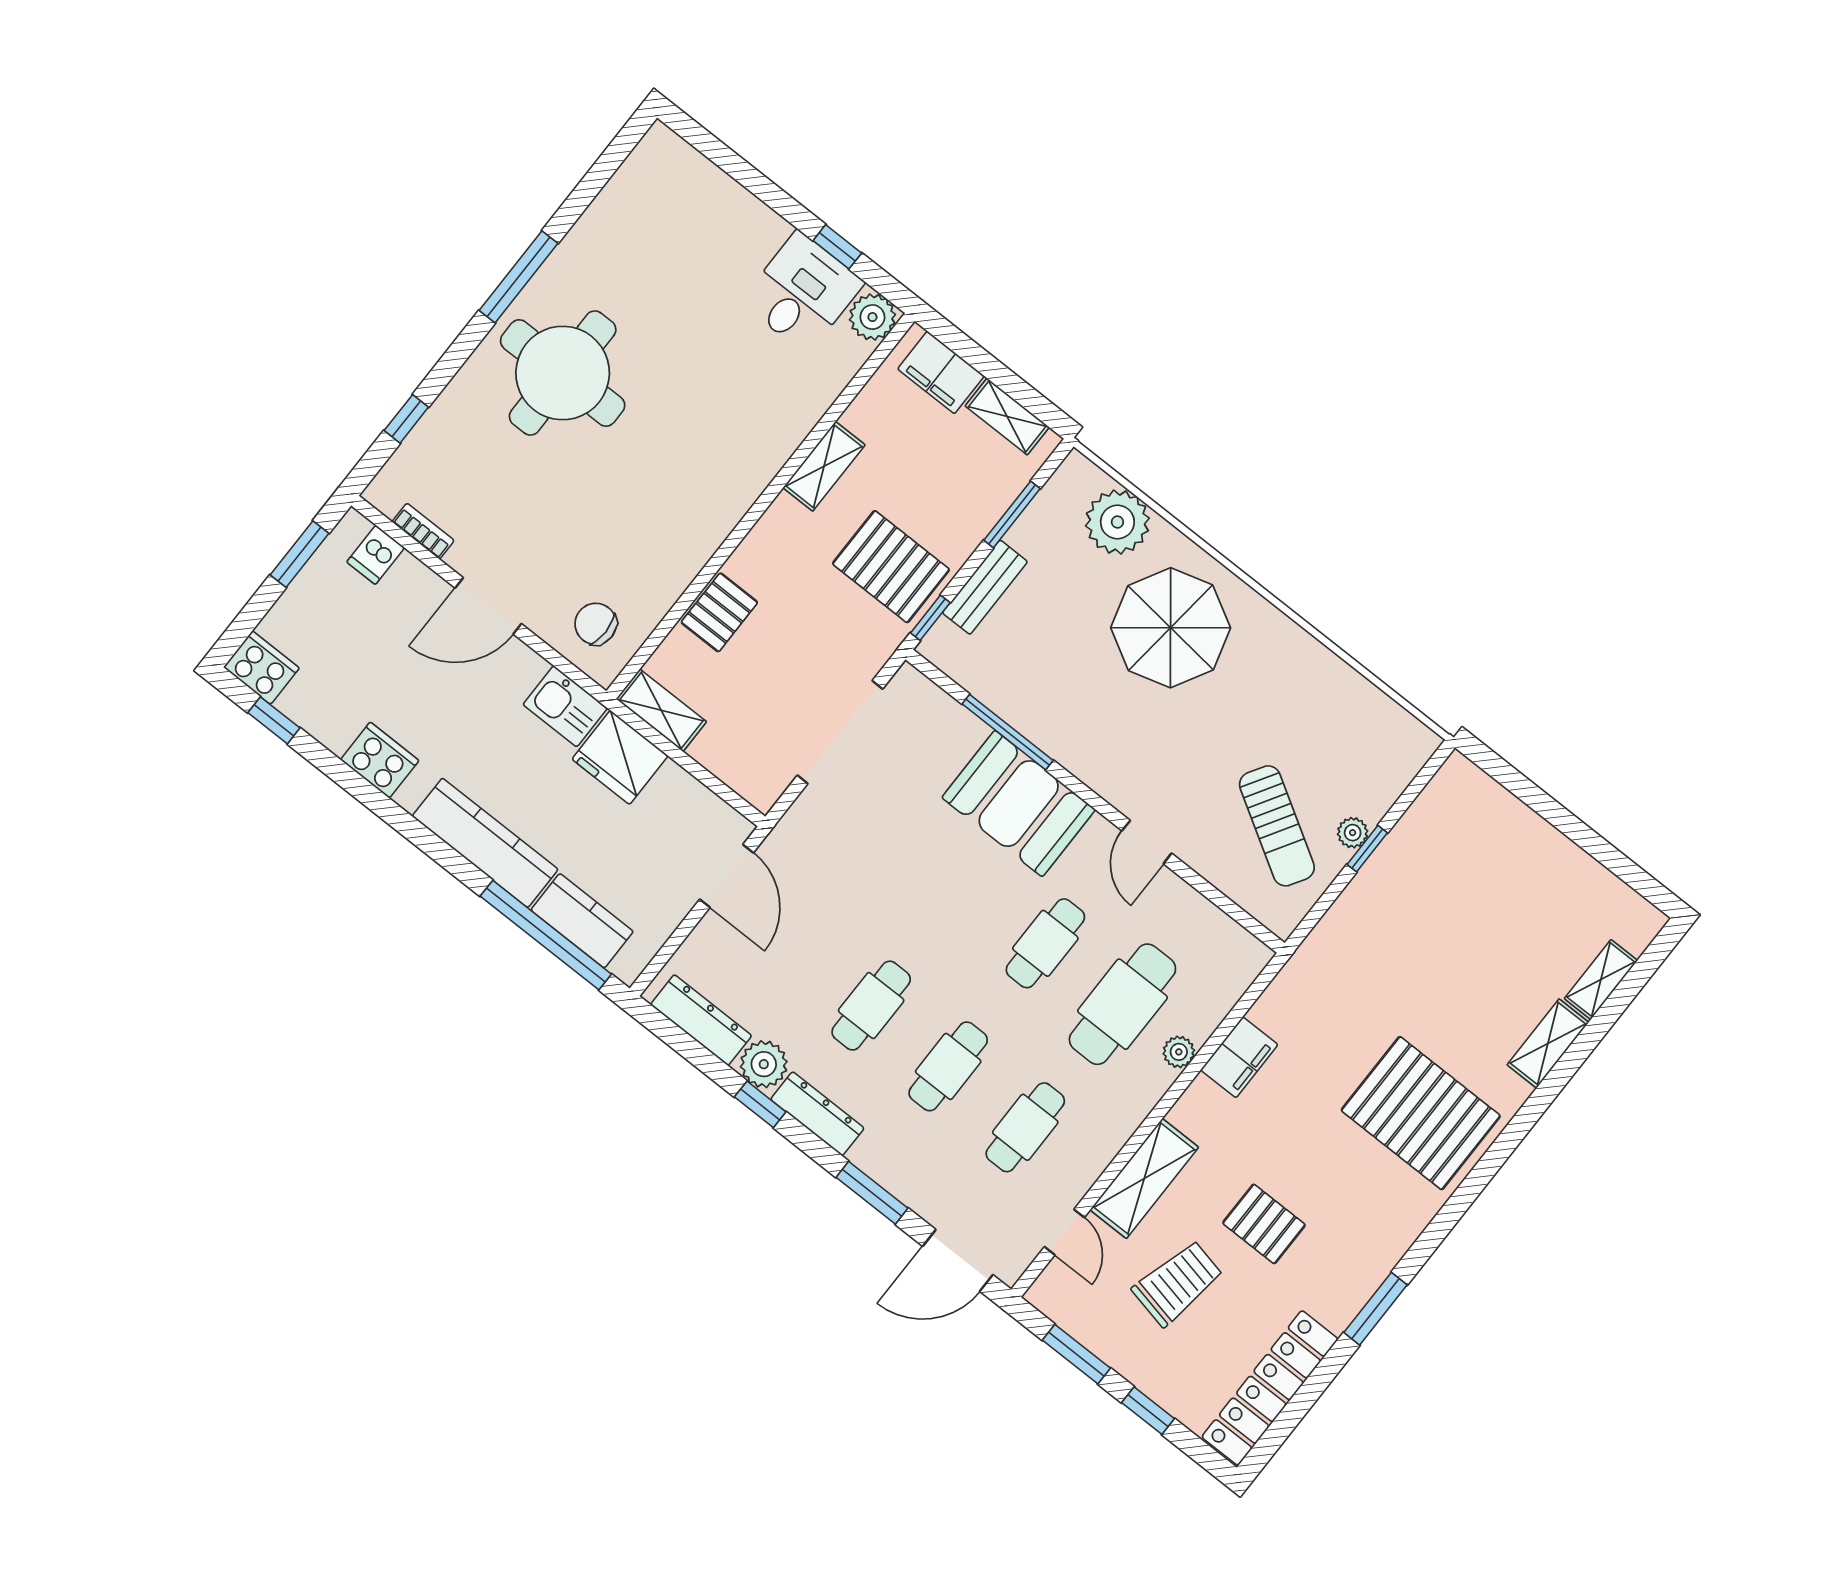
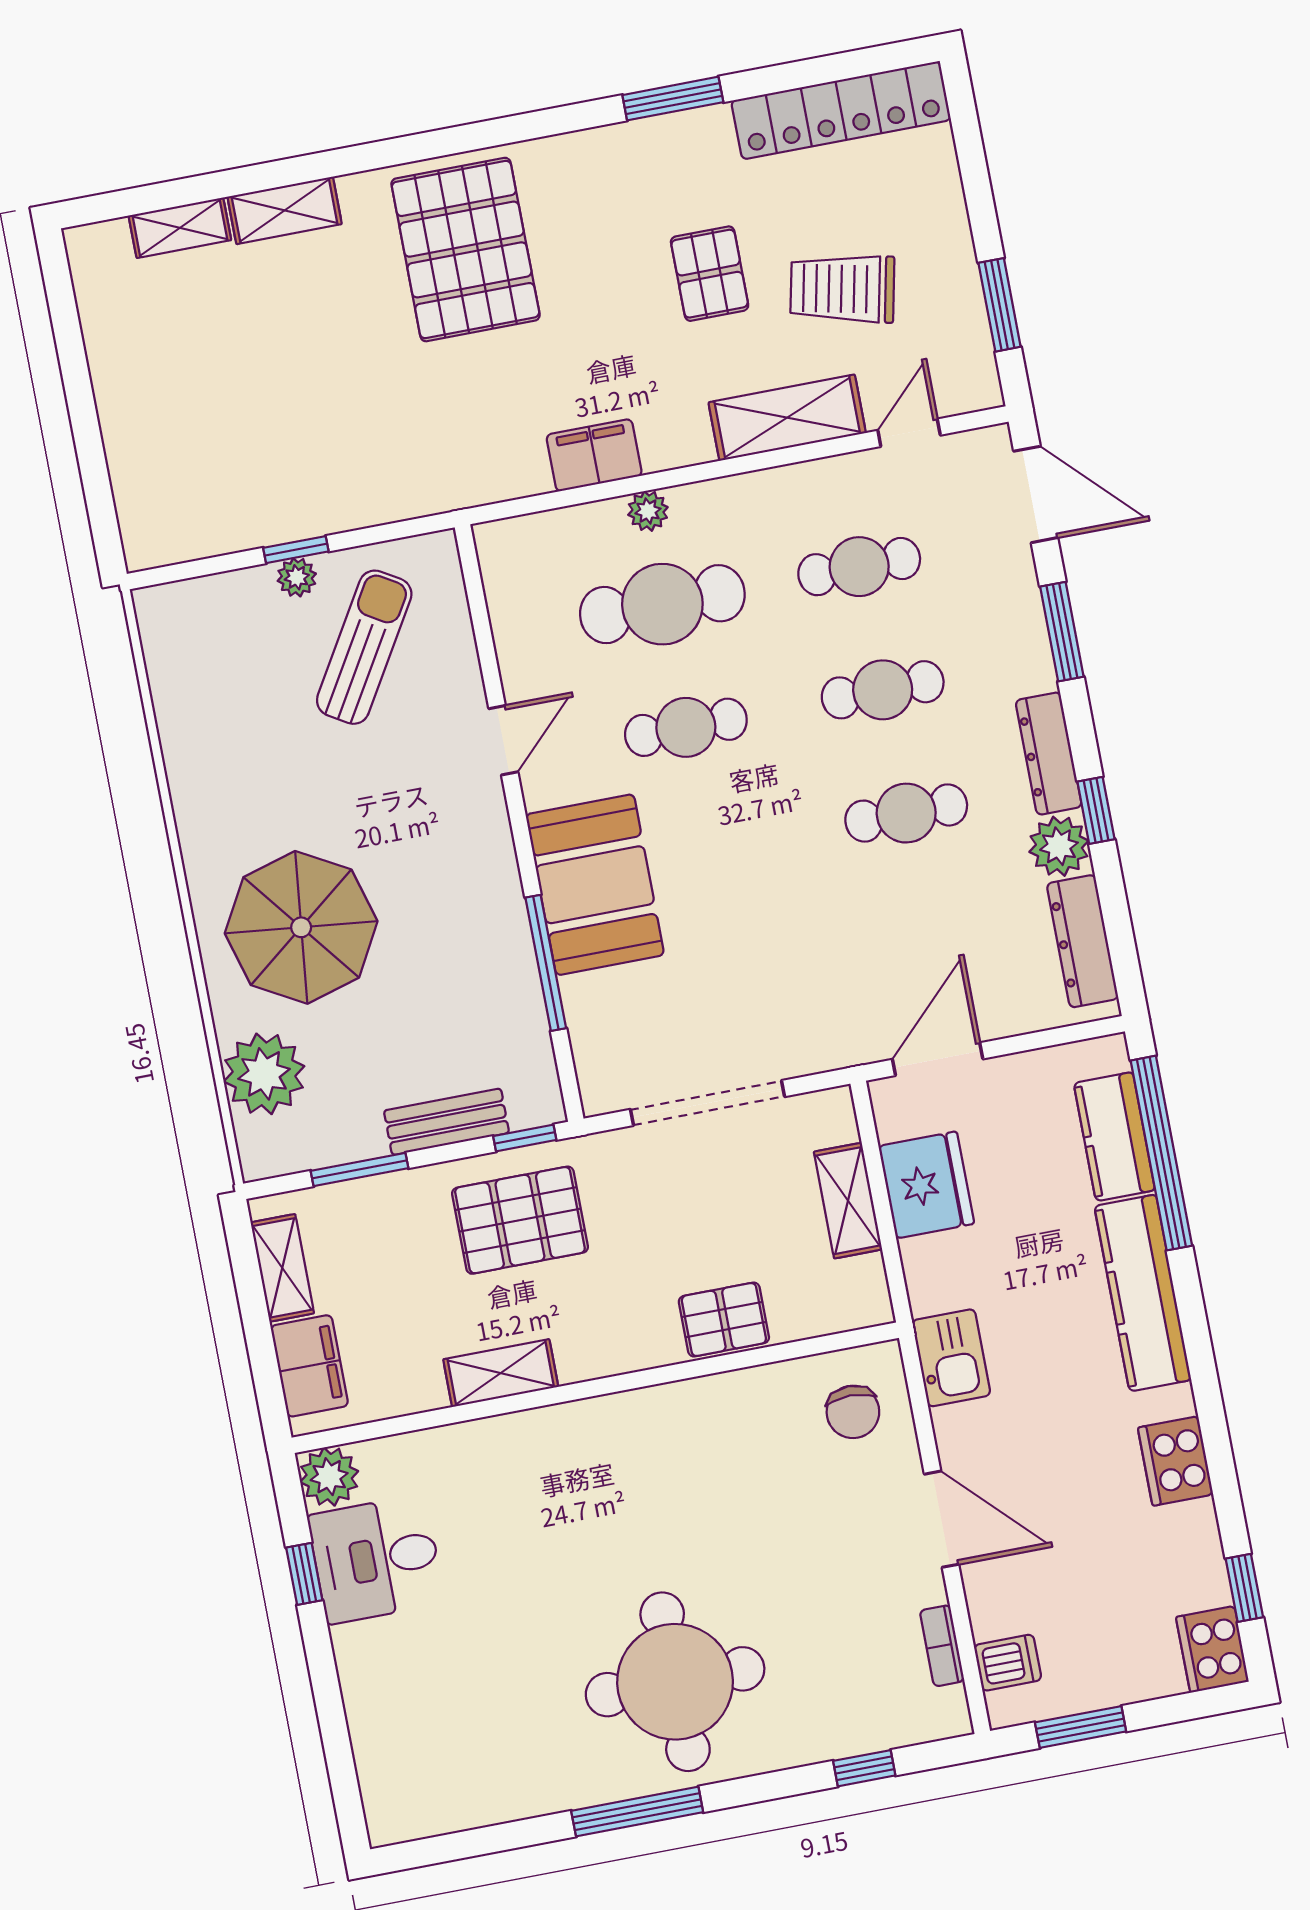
pallet: (891, 567) -> (520, 1220), turned 90
shelving: (661, 710) -> (848, 1201), moved
fridge: (620, 757) -> (926, 1185), moved
window: (1148, 1411) -> (978, 190), removed

